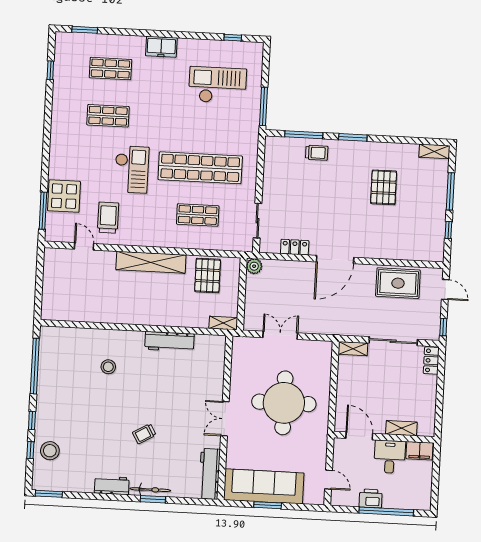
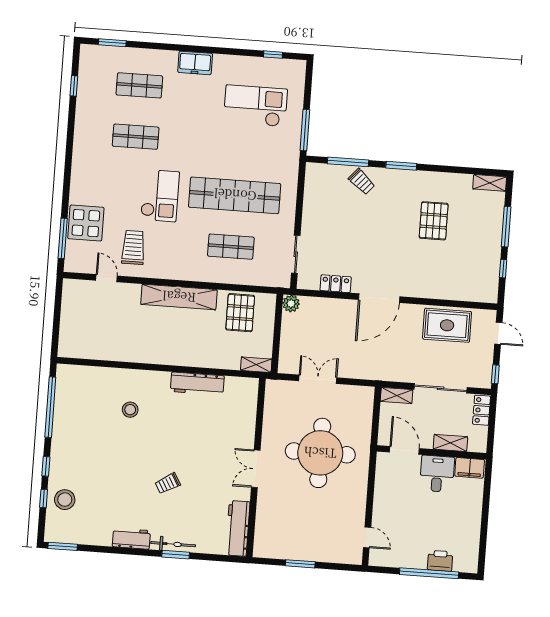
trolley: (317, 153) -> (362, 182), turned 41
shelving: (401, 428) -> (450, 443), moved
door: (359, 436) -> (404, 450), moved
wall: (384, 437) -> (431, 452), moved
filing cabinet: (419, 451) -> (470, 468), moved
desk: (390, 457) -> (437, 474), moved
sofa: (264, 486) -> (297, 543), removed
printer: (371, 498) -> (440, 561), moved

